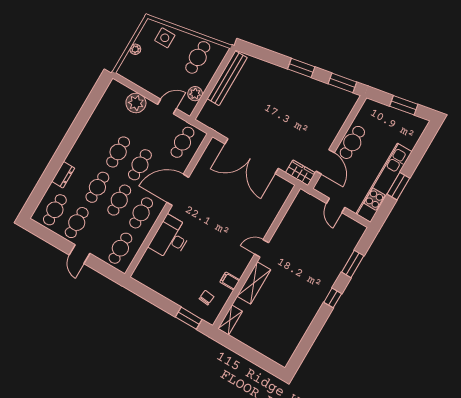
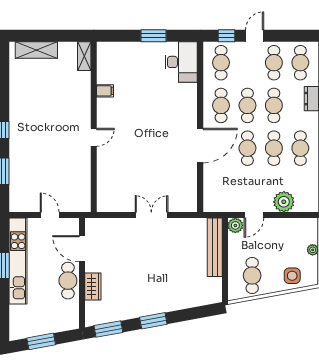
bench: (227, 78) -> (215, 247), moved
plant: (195, 94) -> (235, 225), moved
cafe table: (182, 142) -> (300, 148), moved
double door: (252, 156) -> (151, 215), width x0.54
wardrobe: (300, 173) -> (93, 286), moved, turned -90
desk: (171, 238) -> (181, 62), moved
door: (80, 254) -> (255, 36), hinge flipped
window: (103, 268) -> (227, 36), added
shelving: (254, 283) -> (36, 50), moved, turned 90
chair: (207, 298) -> (117, 64), removed
window: (189, 318) -> (153, 36), moved

